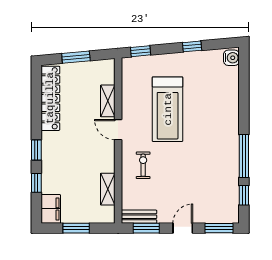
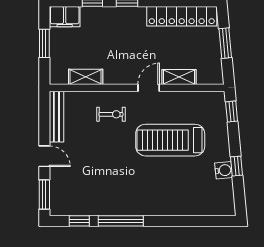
water cooler: (231, 58) -> (224, 170), moved, turned -95
bench: (139, 217) -> (56, 117), width x1.36
window: (146, 228) -> (44, 118), removed

